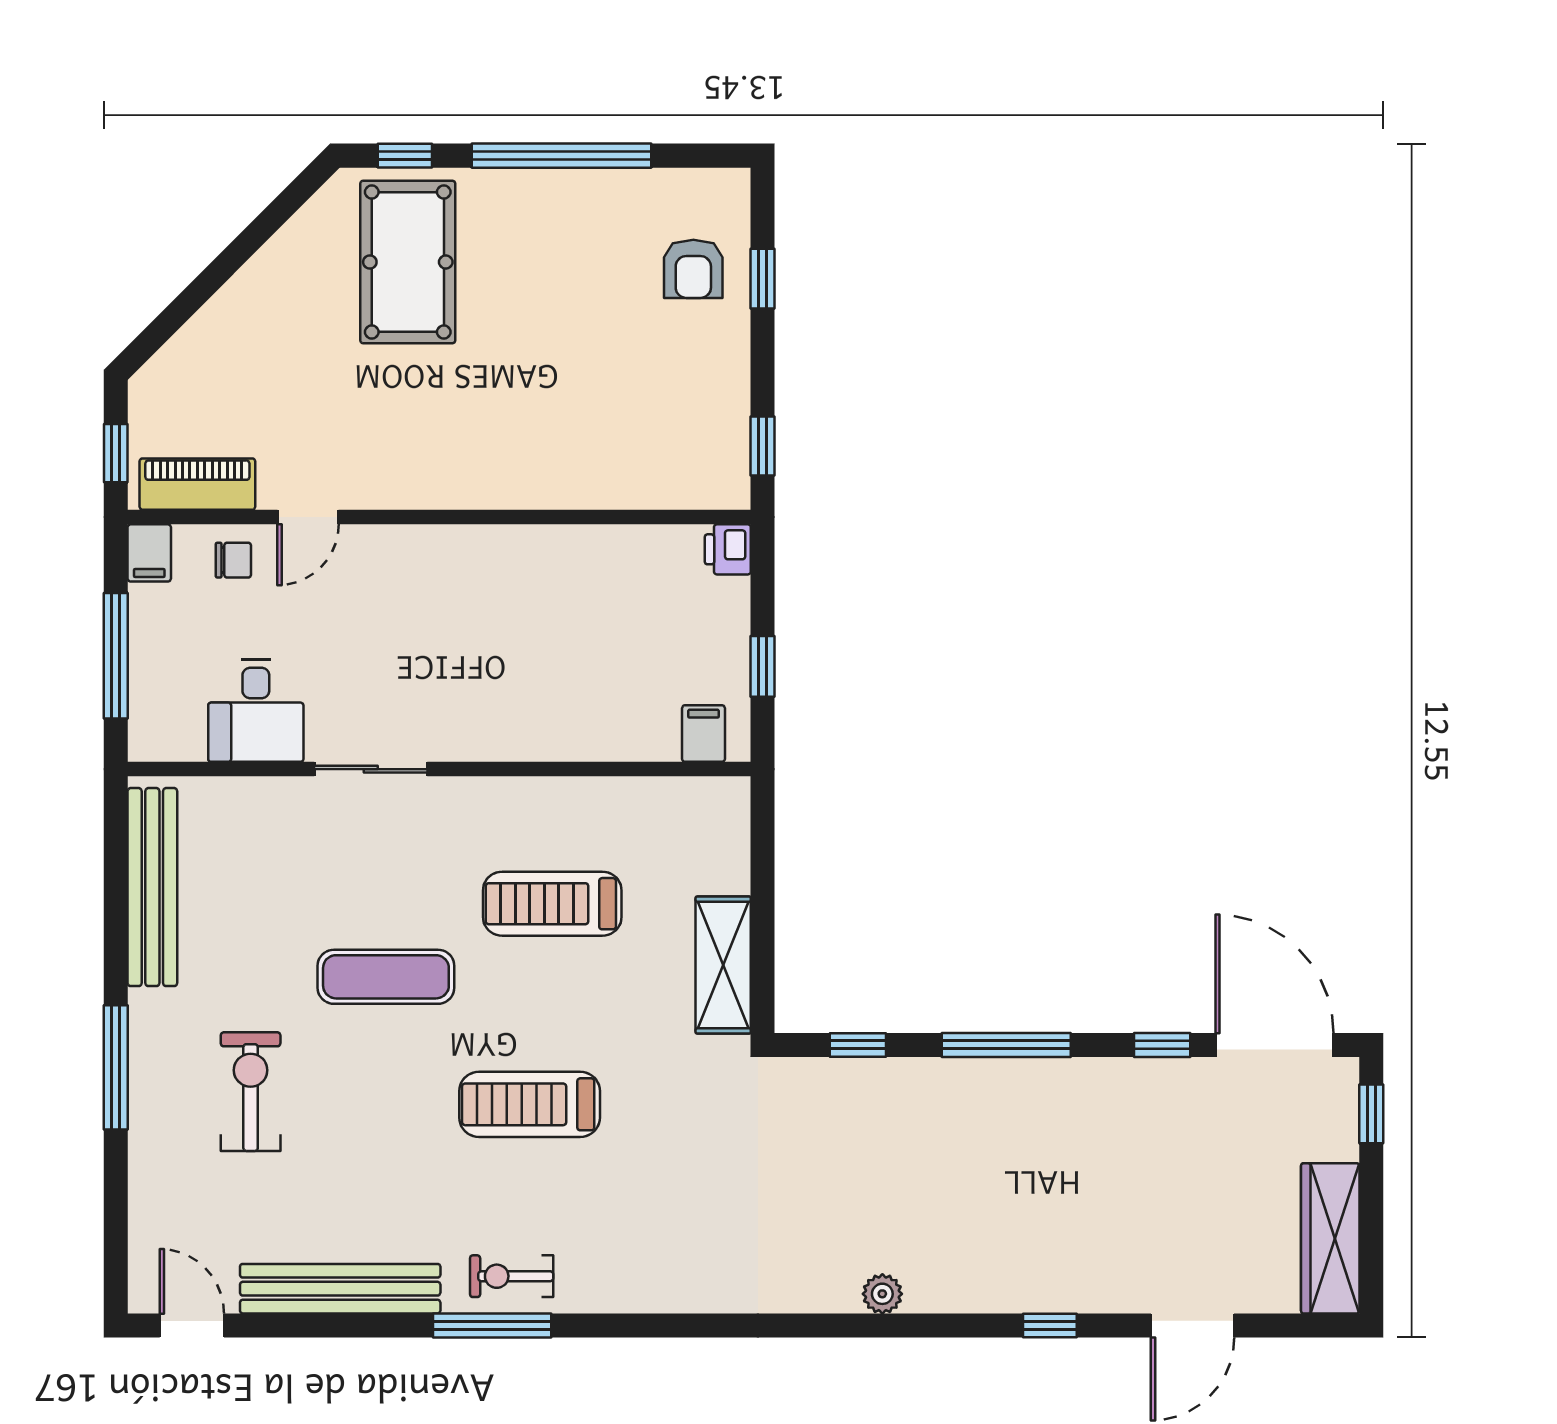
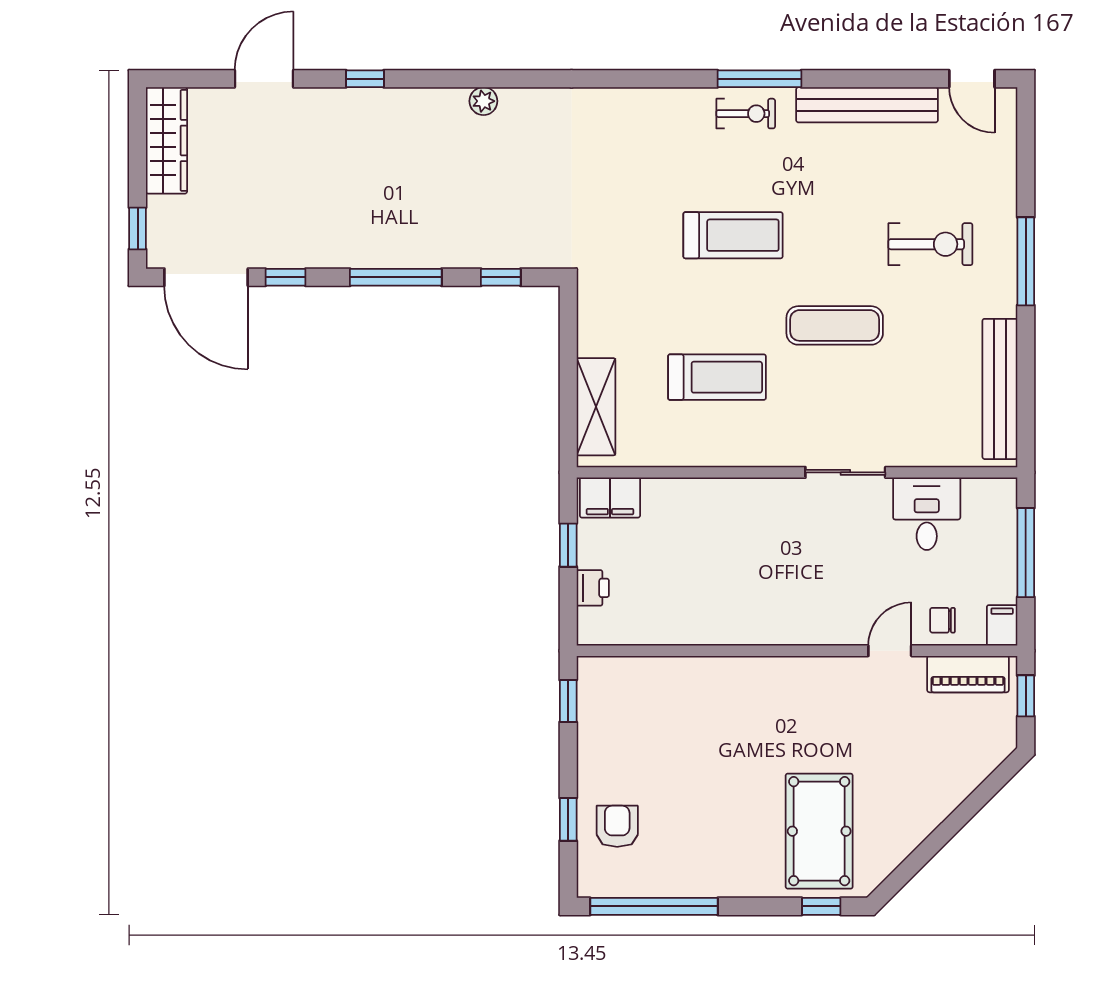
window: (562, 156) -> (654, 906), moved
printer: (728, 549) -> (593, 588), moved
filing cabinet: (703, 734) -> (610, 498), width x2.00
shelving: (723, 965) -> (596, 407), moved
exercise bike: (251, 1092) -> (930, 244), turned -90

